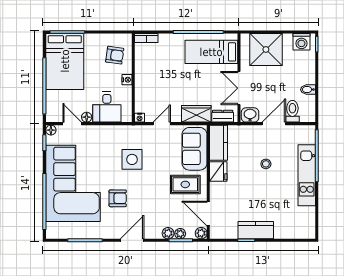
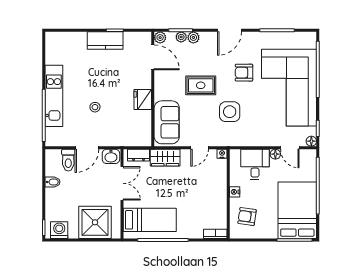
kitchen counter: (219, 143) -> (143, 128), removed
rug: (185, 184) -> (201, 85), moved

